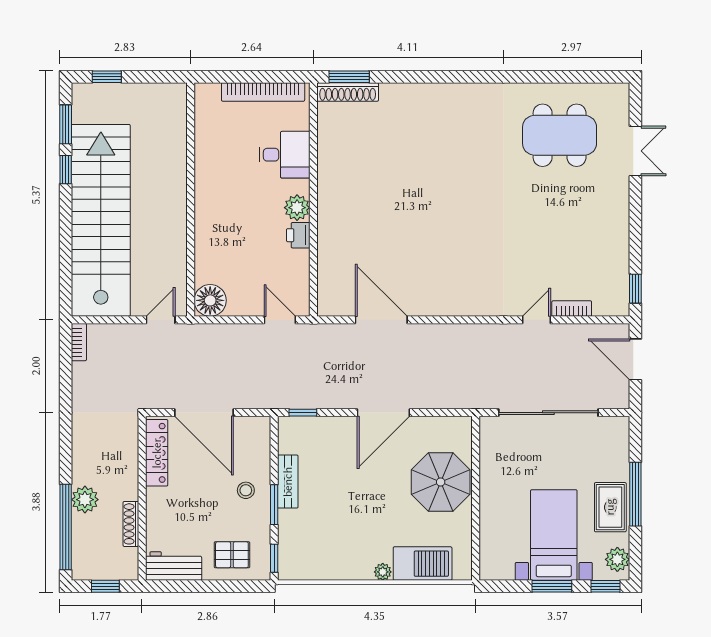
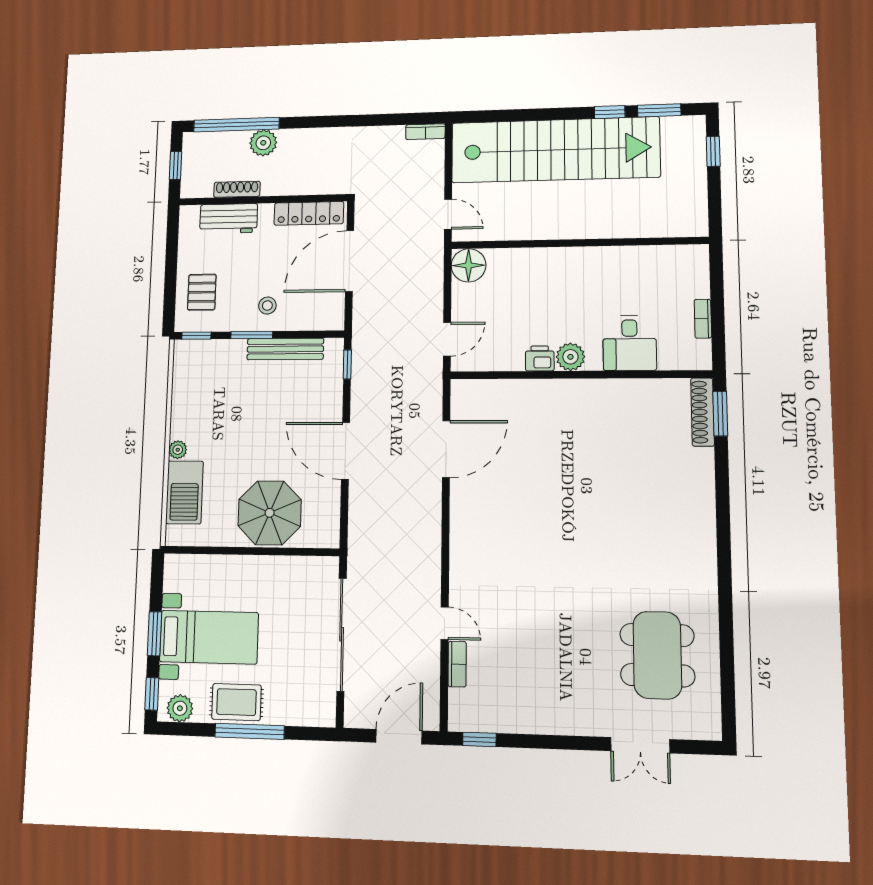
bookcase: (263, 92) -> (703, 319), width x0.43, depth x0.76
bench: (288, 482) -> (285, 349), width x1.36
workbench: (174, 566) -> (229, 219), moved, turned 90

